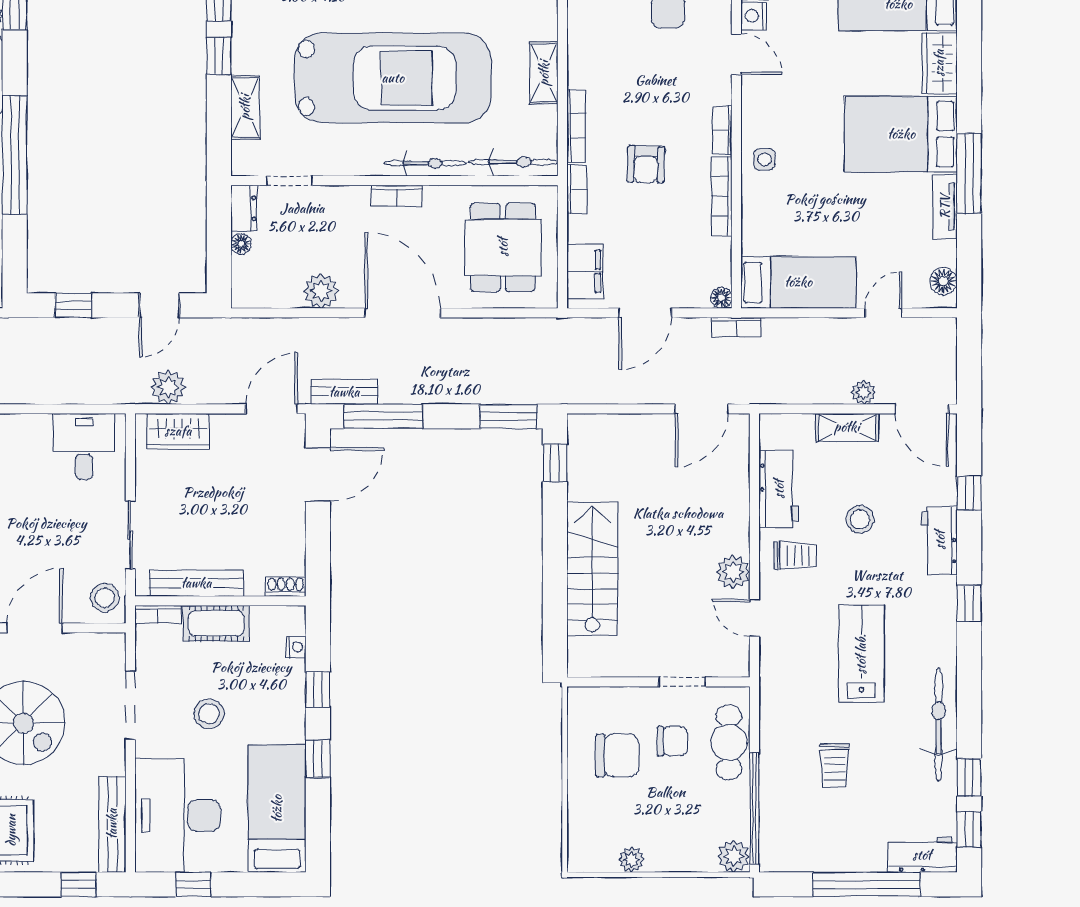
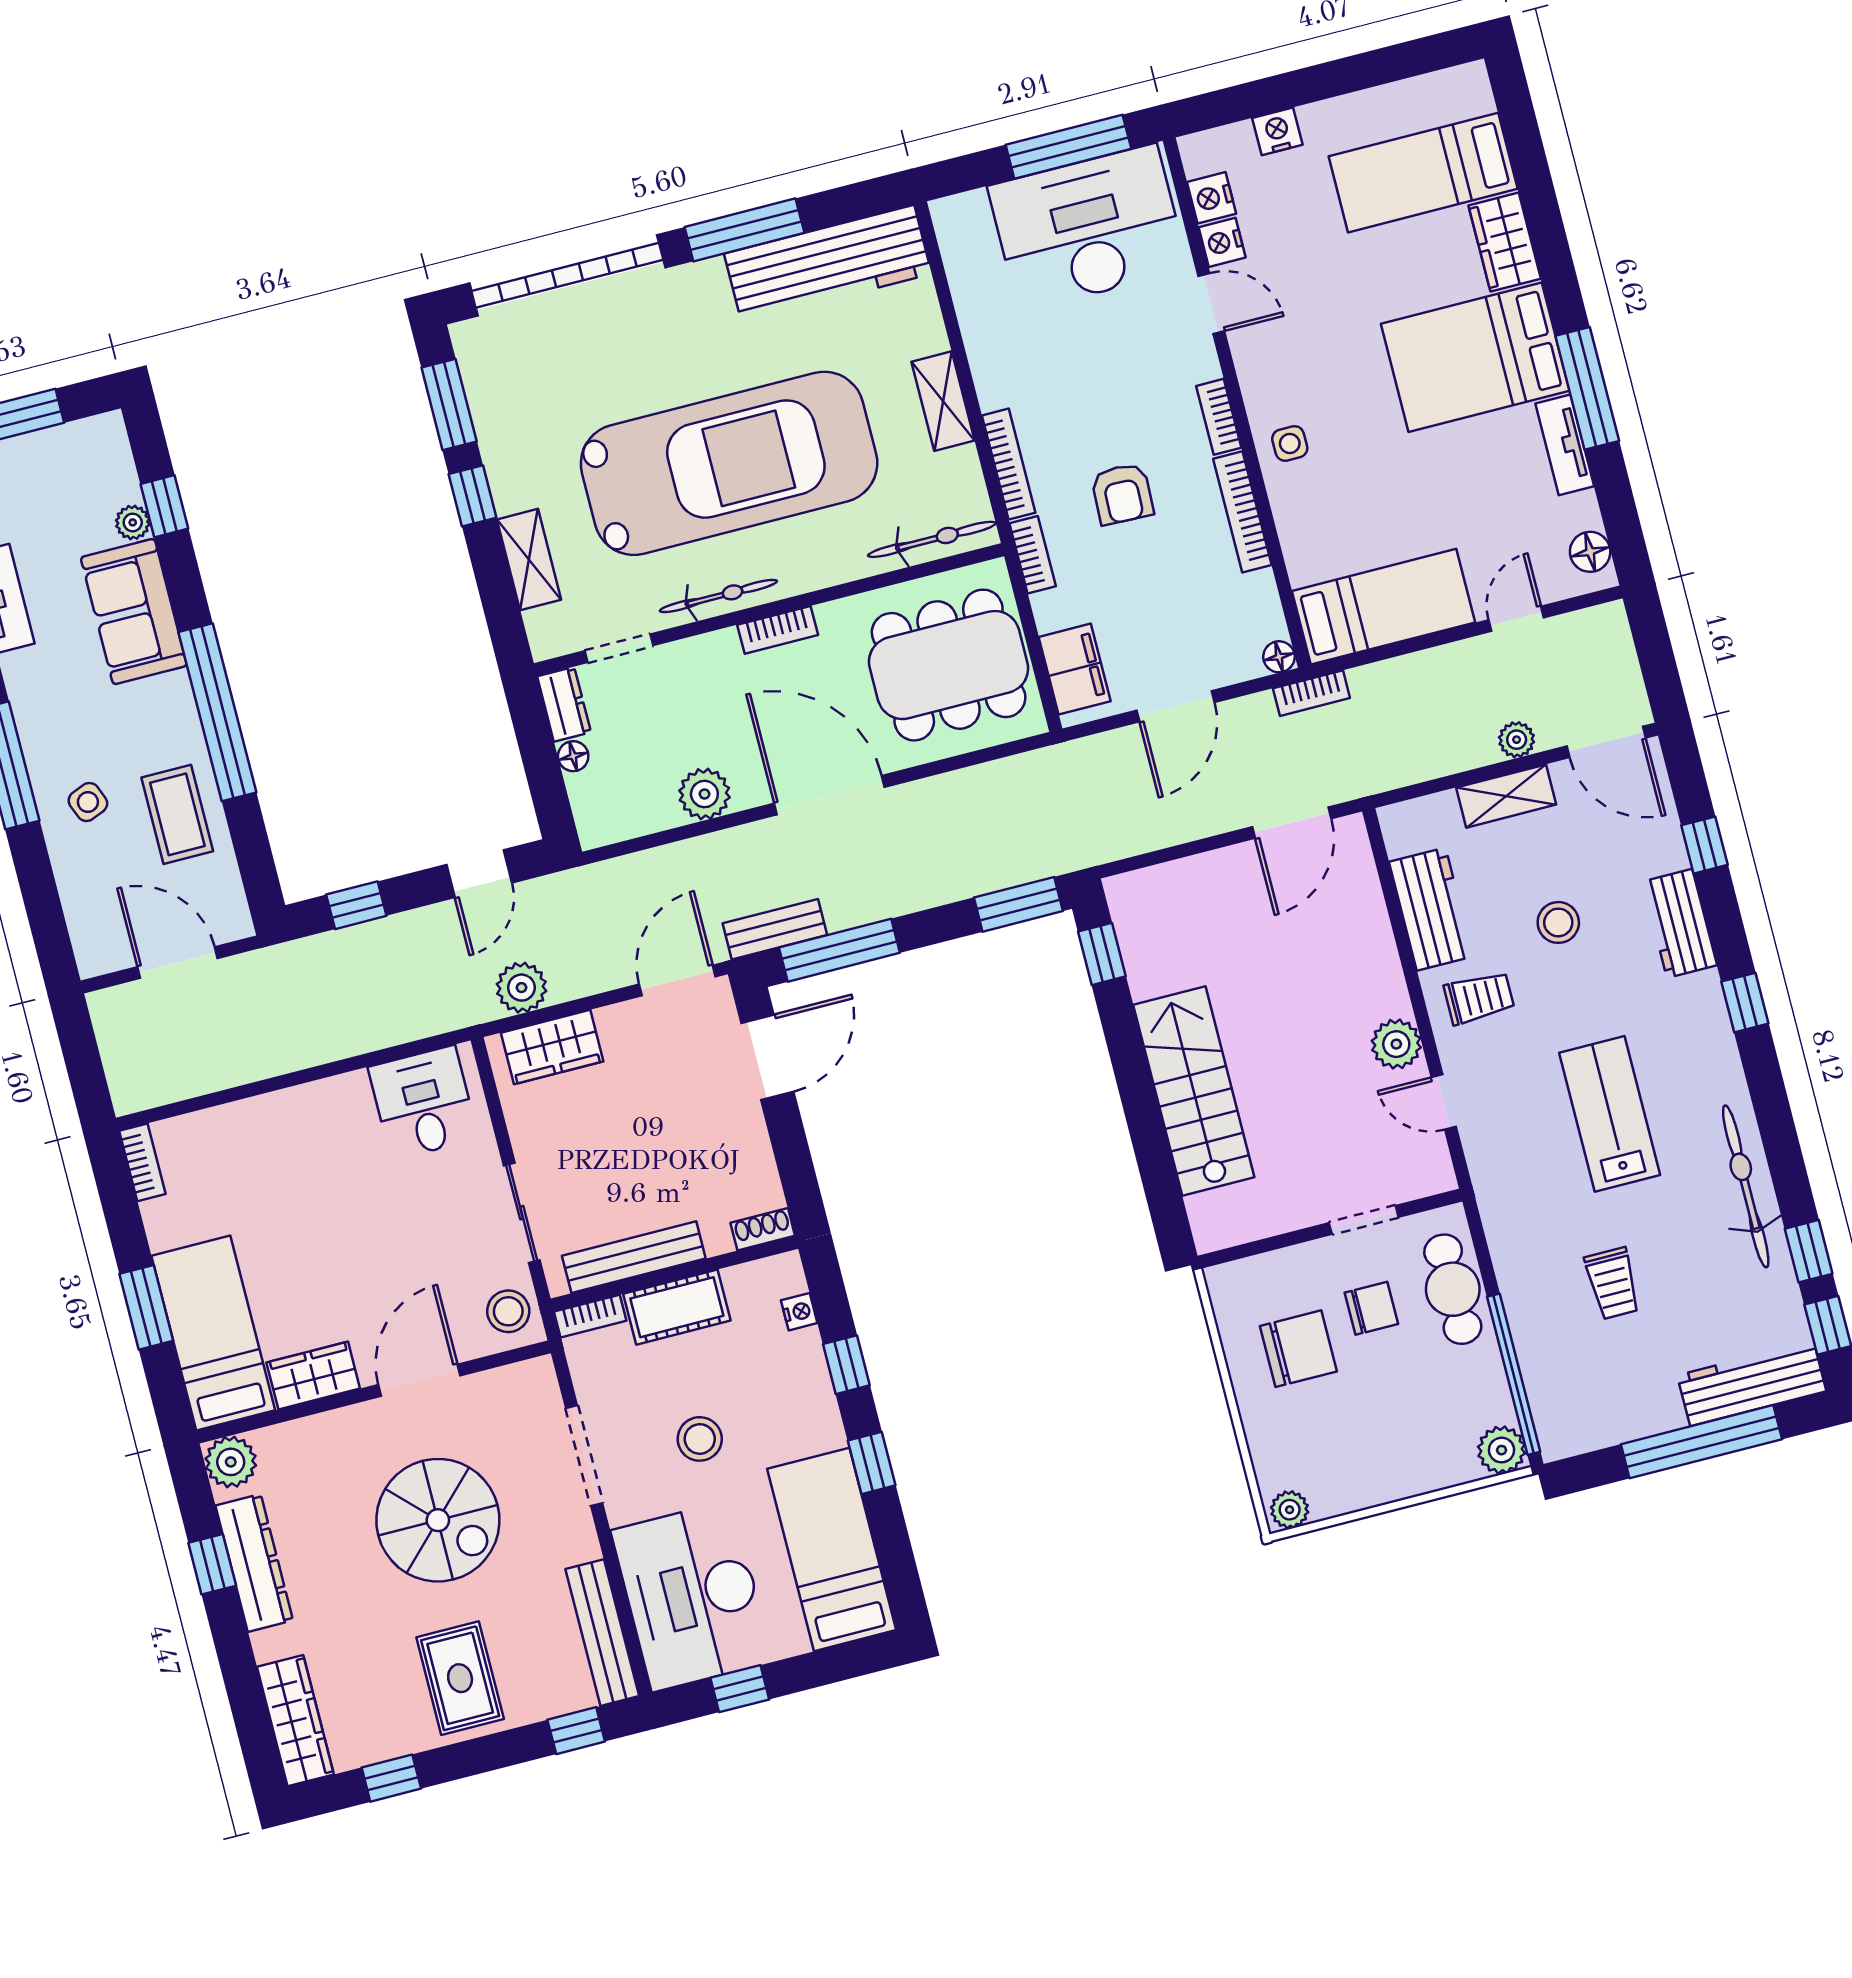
bicycle: (425, 163) -> (718, 596), moved
dining table: (503, 247) -> (949, 665), width x1.38
workbench: (922, 855) -> (1752, 1383), width x1.37
plant: (631, 860) -> (1290, 1510), moved

